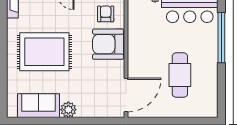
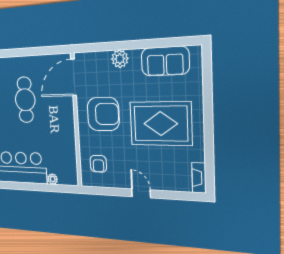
armchair: (108, 44) -> (103, 114), moved
plant: (68, 110) -> (120, 59), moved

